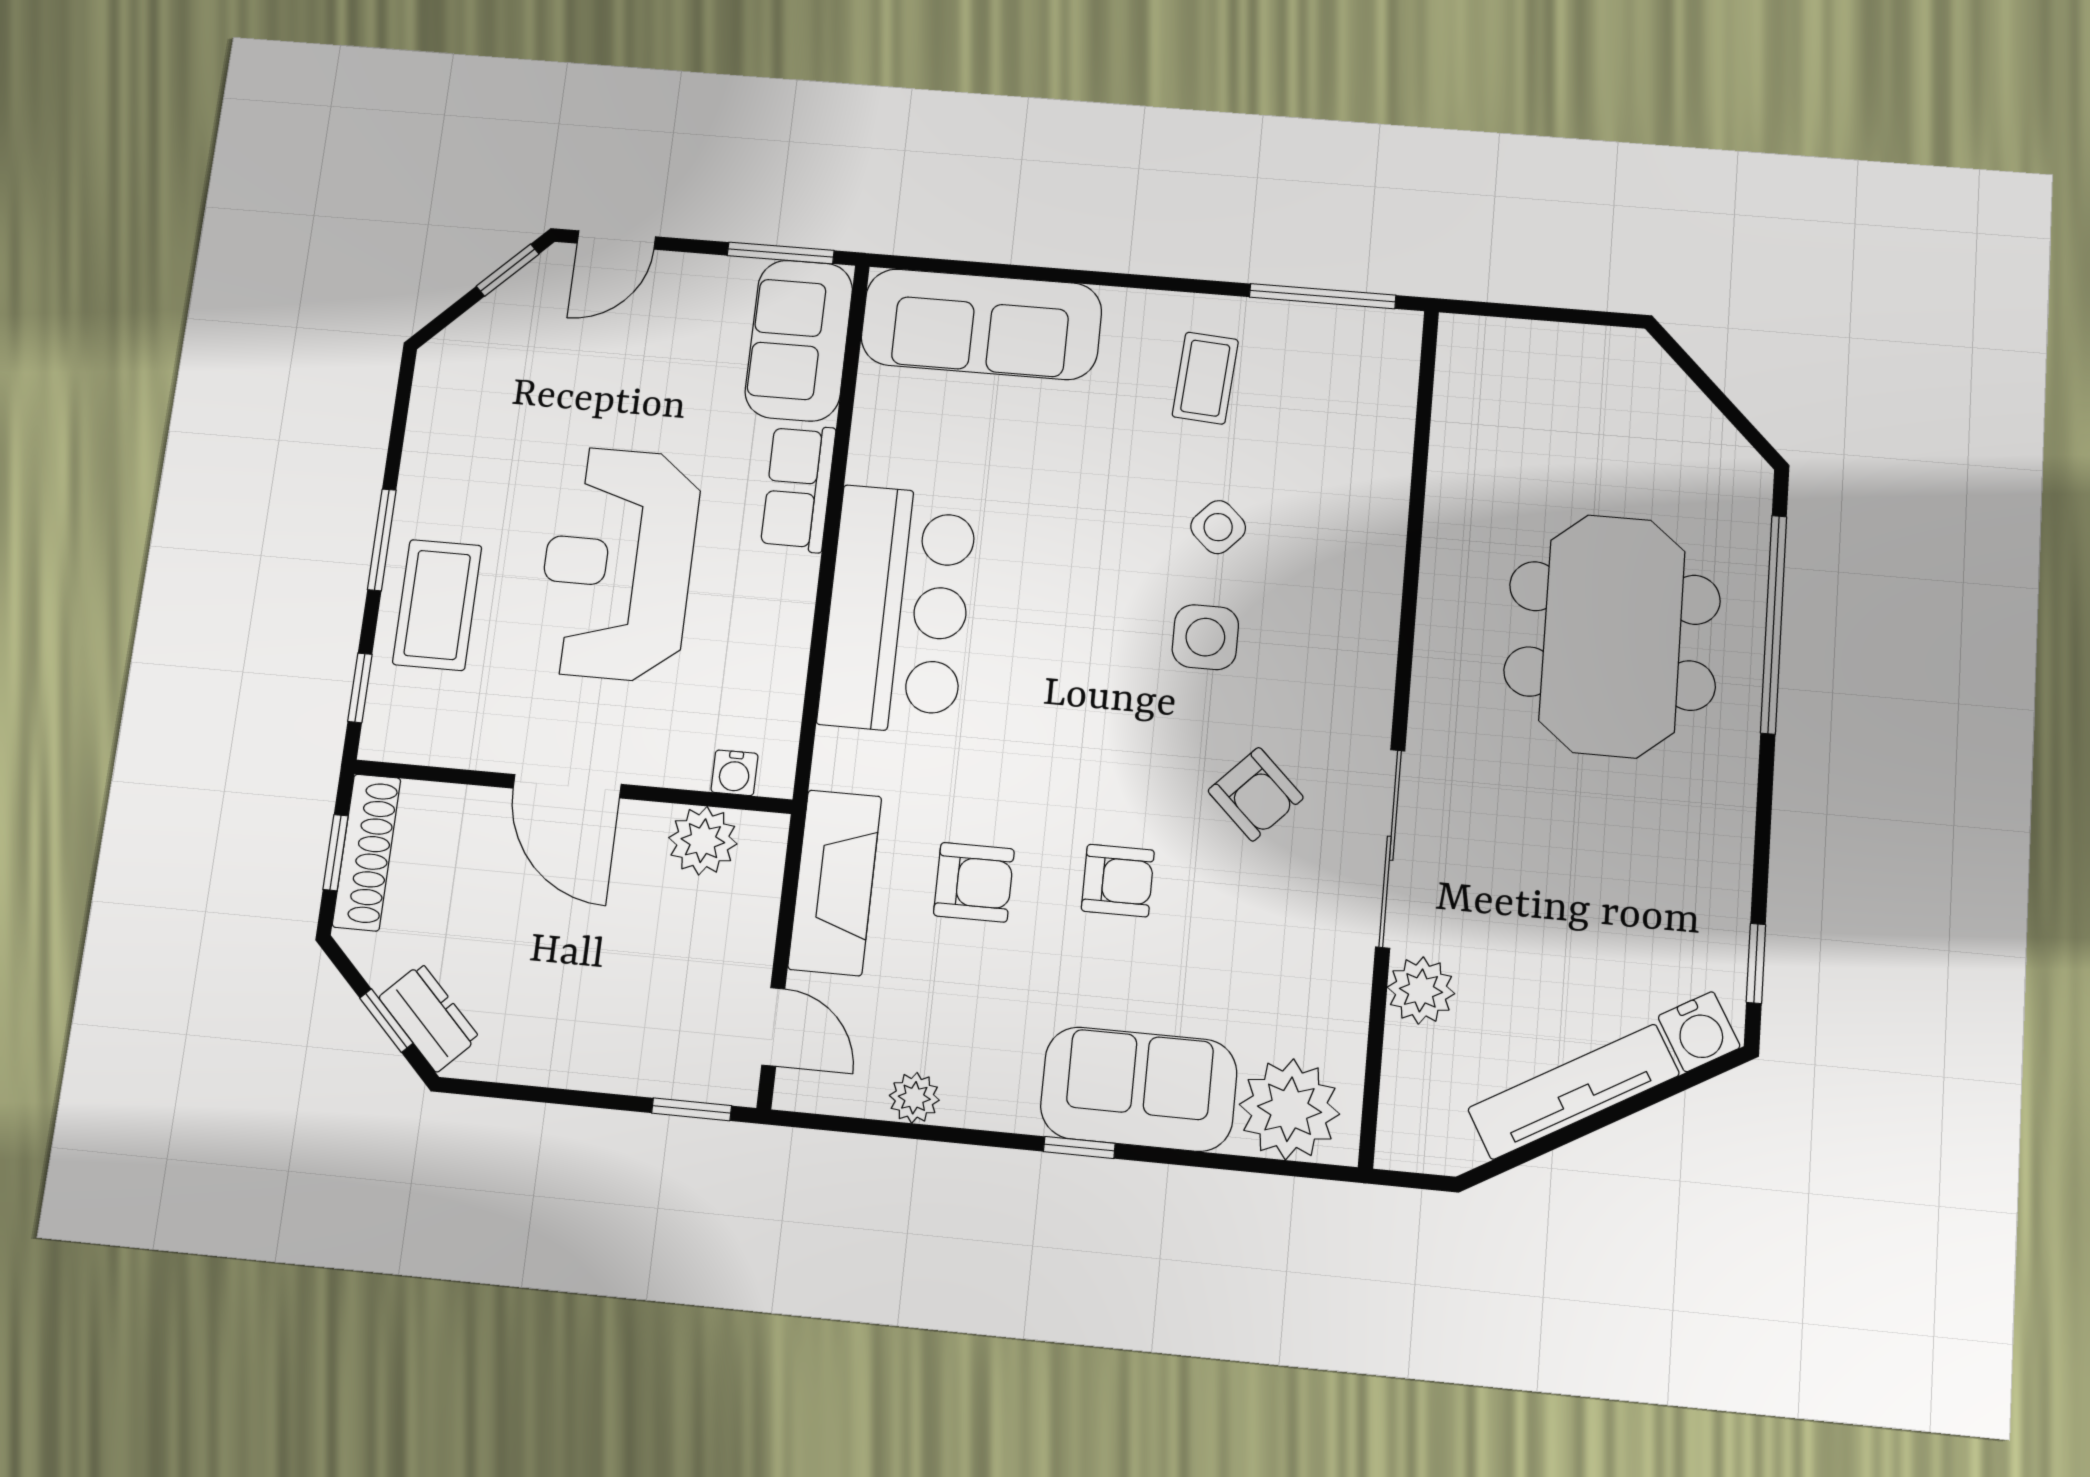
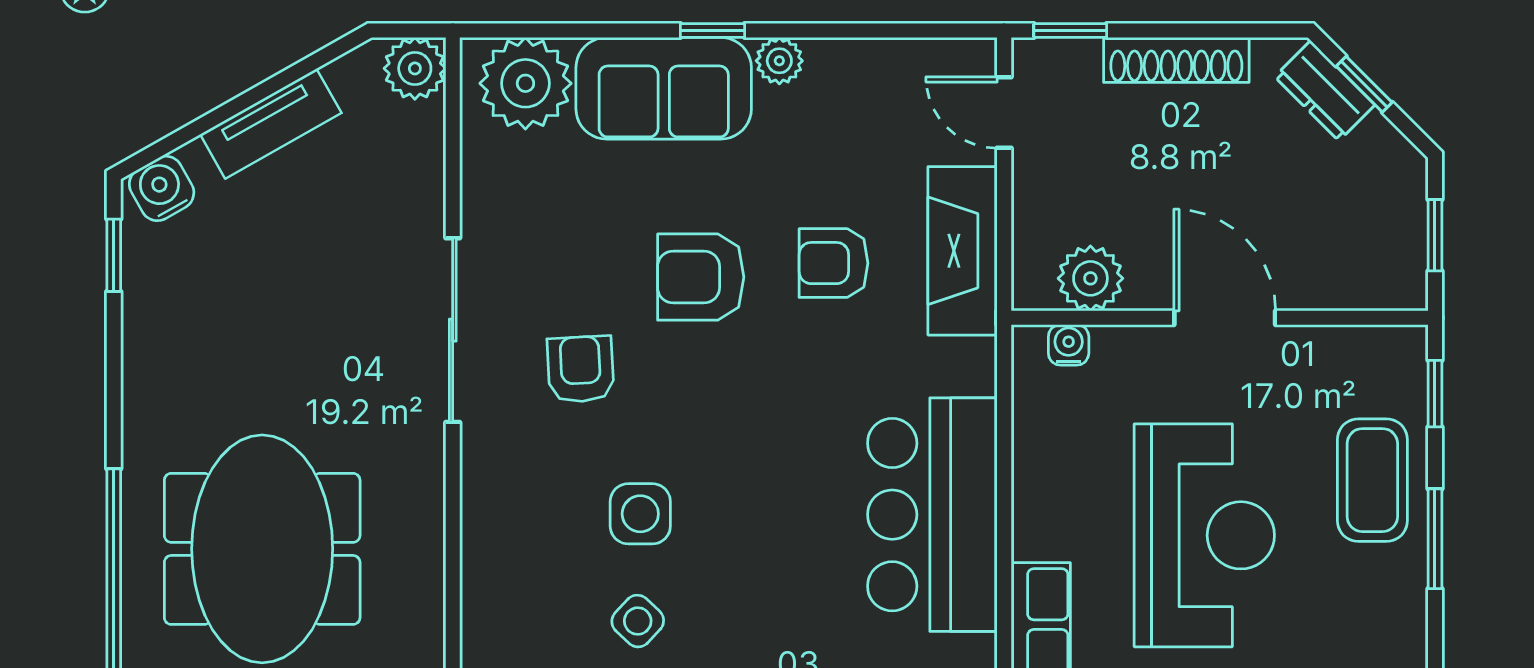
armchair: (1256, 794) -> (581, 369), turned 43
shoe rack: (367, 852) -> (1176, 60), moved, turned -90
armchair: (1118, 881) -> (701, 277), width x1.38, depth x1.38
plant: (1421, 990) -> (415, 68), moved
tv unit: (1574, 1092) -> (271, 124), width x0.71
plant: (914, 1098) -> (779, 61), moved

